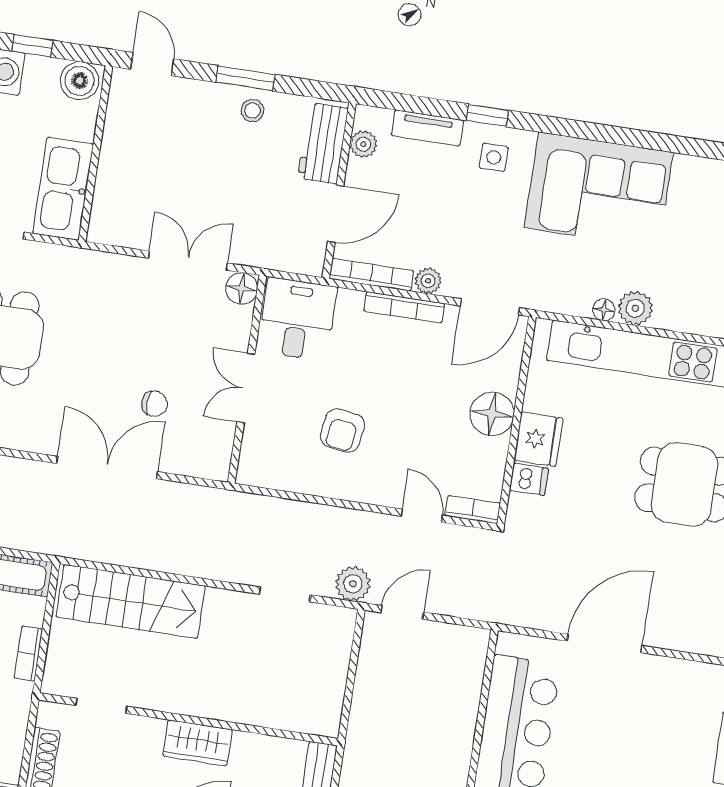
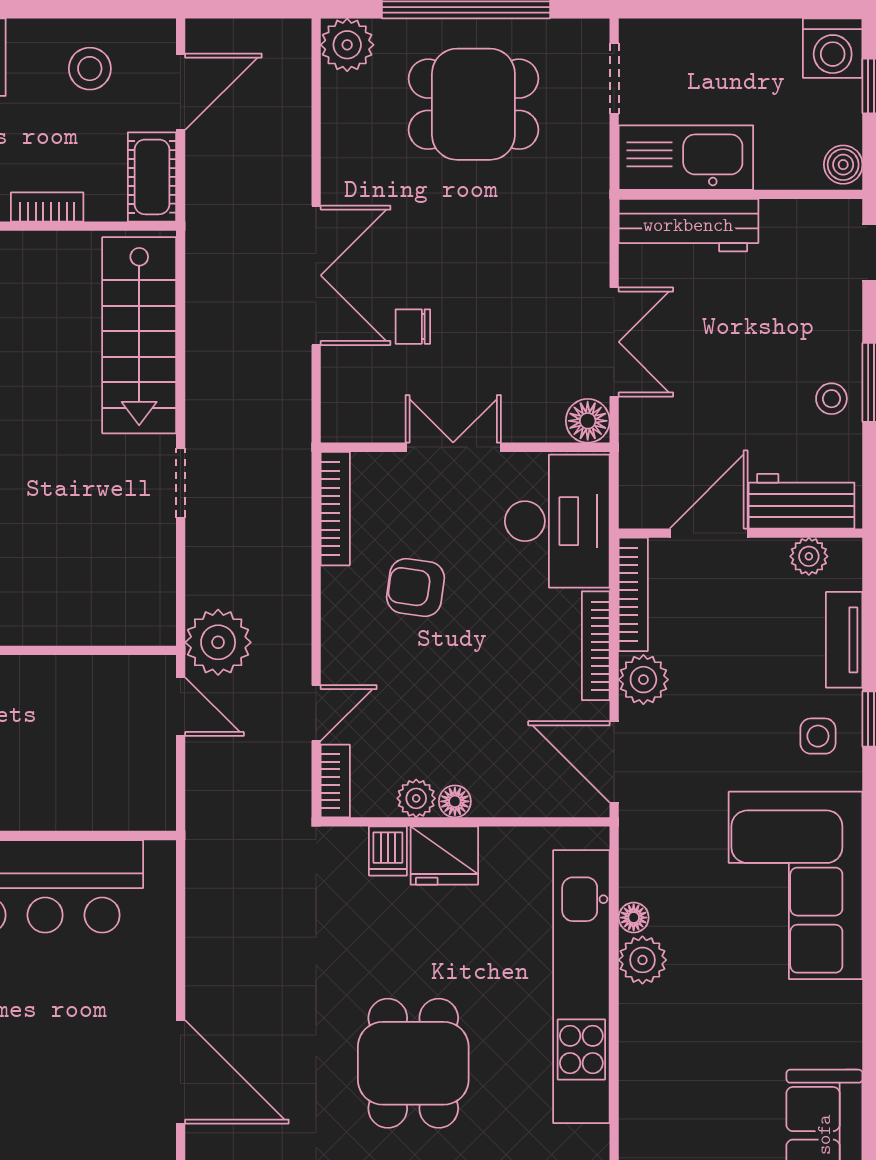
boiler: (80, 81) -> (843, 165), width x0.73, depth x0.73
workbench: (112, 194) -> (688, 225), added
door: (336, 214) -> (709, 533), swing flipped
plant: (428, 281) -> (643, 680), width x1.38, depth x1.38
desk: (297, 319) -> (557, 521), width x1.37
chair: (155, 404) -> (413, 327), turned 90
floor lamp: (492, 414) -> (455, 801), width x0.53, depth x0.53
plant: (494, 453) -> (416, 798), added
bookcase: (277, 480) -> (335, 509), added
plant: (353, 584) -> (218, 642), width x1.36, depth x1.36
doorway: (285, 594) -> (181, 483), moved
door: (604, 643) -> (181, 1072), moved

